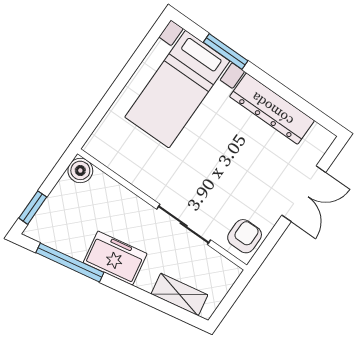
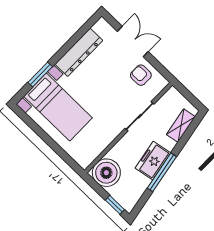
boiler: (80, 170) -> (106, 173), width x1.86, depth x1.86
armchair: (245, 236) -> (141, 75), moved
window: (70, 263) -> (162, 172), moved

